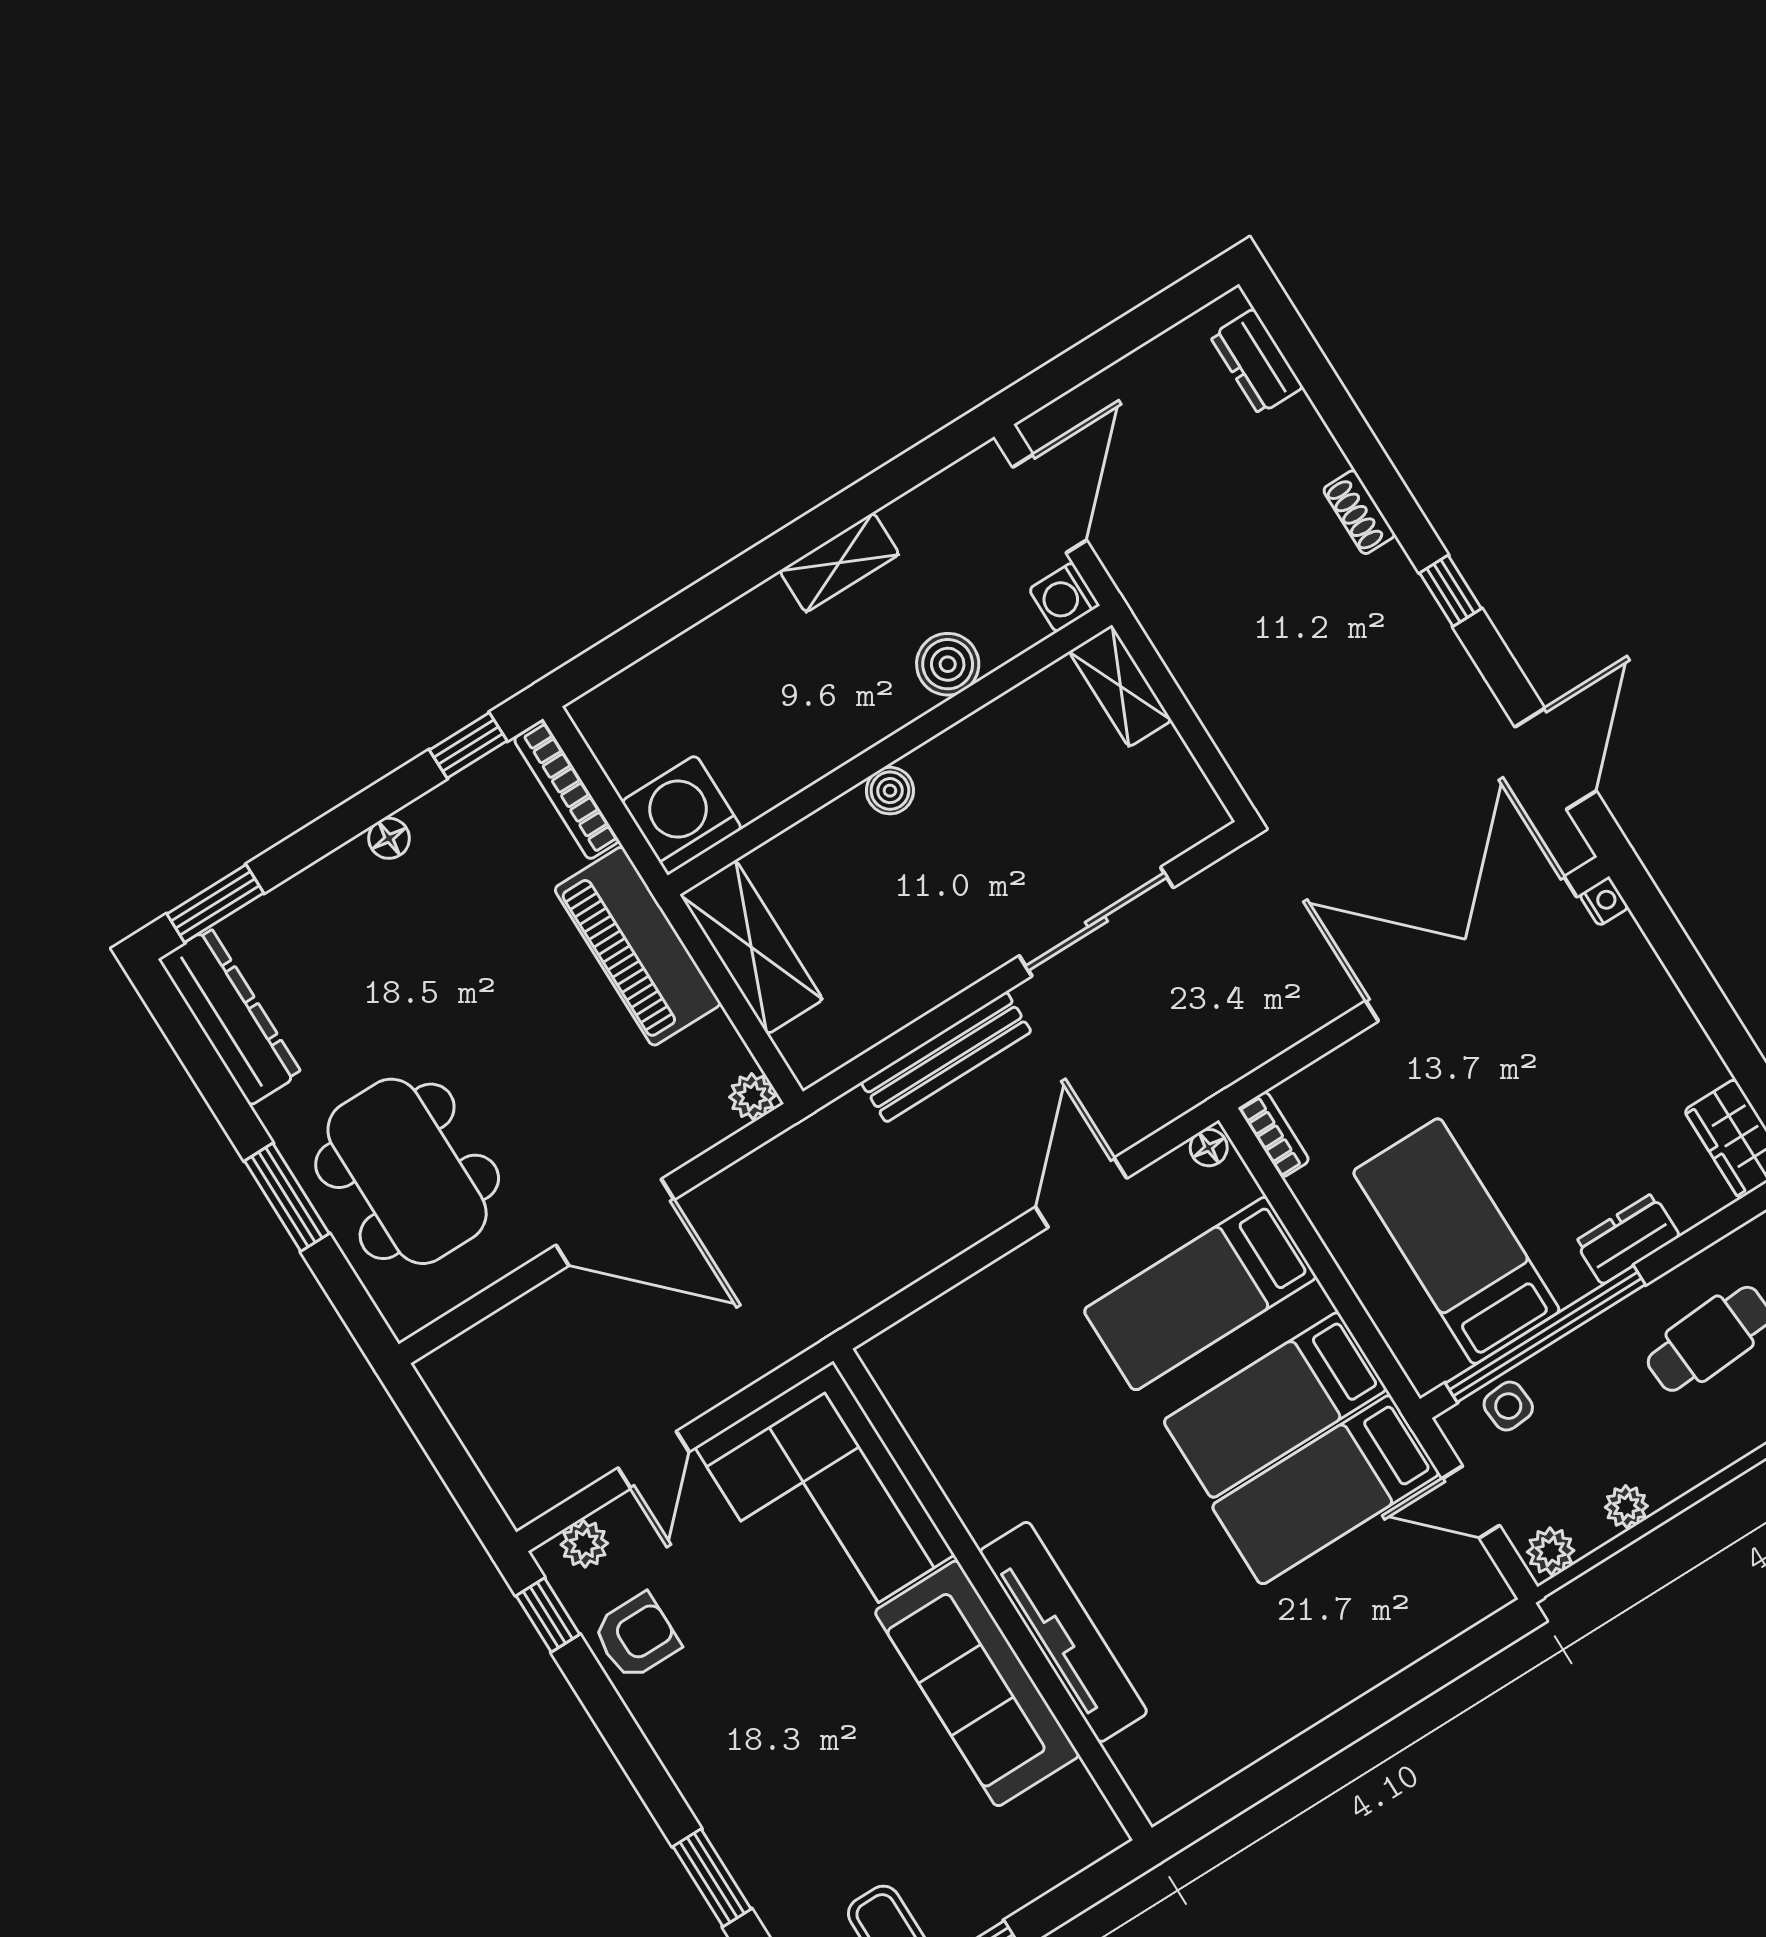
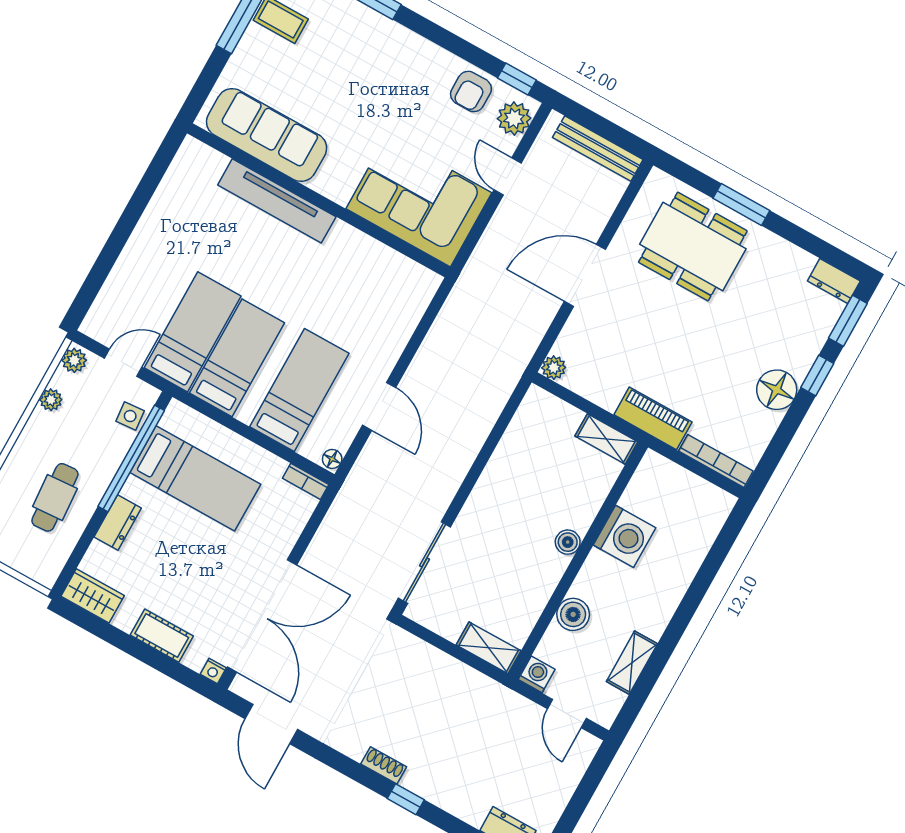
door: (1050, 504) -> (567, 714), width x0.73
shoe rack: (1359, 512) -> (384, 765), moved
shelving: (839, 563) -> (632, 663), moved
window: (1451, 591) -> (406, 799), moved
window: (468, 745) -> (817, 376), moved
washing machine: (682, 815) -> (624, 536), moved
floor lamp: (389, 838) -> (777, 390), width x1.89, depth x1.89
sliding door: (1096, 922) -> (424, 563), moved
piano: (638, 946) -> (653, 418), width x0.73, depth x0.75
shelving: (751, 947) -> (606, 439), width x0.67, depth x0.75
cot: (1658, 1008) -> (162, 636), added
dresser: (230, 1016) -> (834, 281), width x0.51, depth x0.80
bench: (946, 1057) -> (598, 149), moved, turned 90
plant: (584, 1544) -> (514, 118), width x1.38, depth x1.38
sofa: (977, 1683) -> (267, 135), moved

